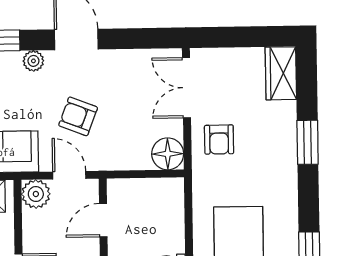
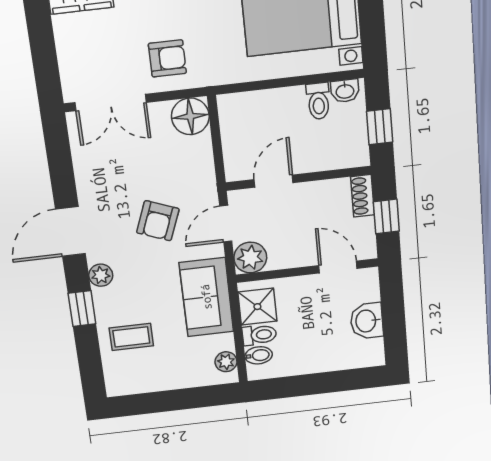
door: (103, 220) -> (274, 181), swing flipped

